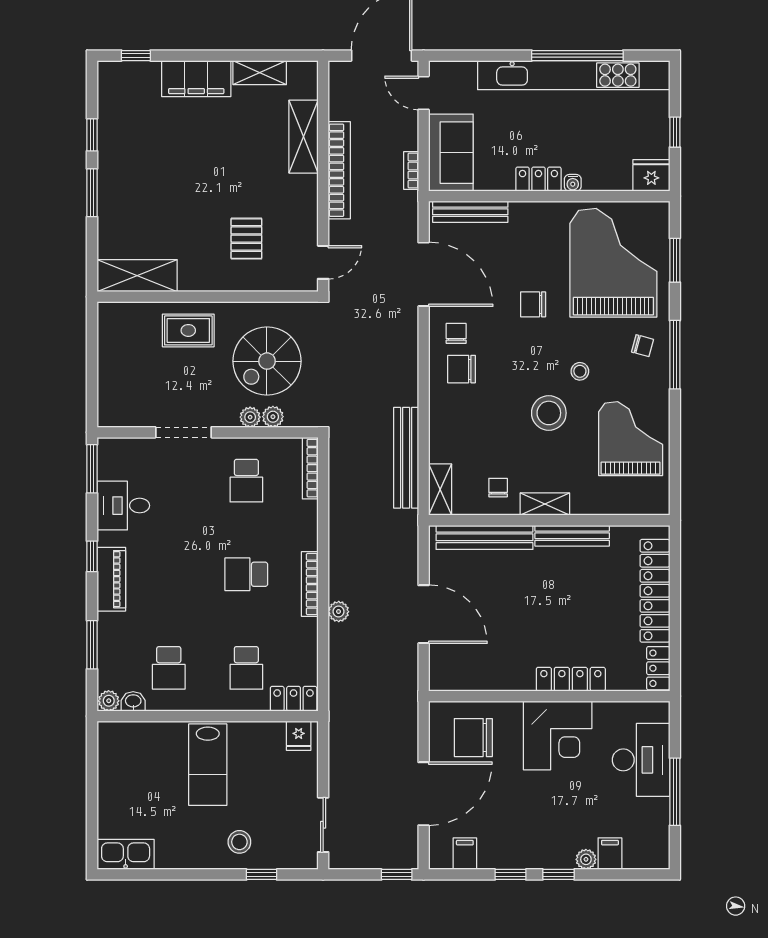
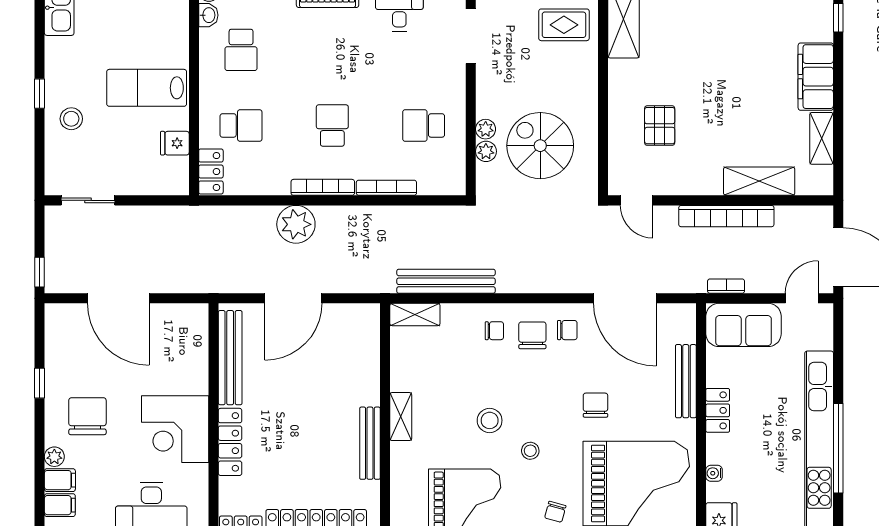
water cooler: (573, 183) -> (714, 473), moved
bench: (470, 212) -> (686, 381), moved
pallet: (246, 239) -> (660, 126), turned 90
door: (424, 274) -> (625, 298), hinge flipped
rug: (188, 330) -> (564, 25), moved, turned 90
stool: (549, 413) -> (490, 420), width x0.73, depth x0.73
doorway: (183, 432) -> (471, 36), moved
bookcase: (310, 468) -> (386, 188), moved
chair: (498, 488) -> (494, 331), moved
bench: (484, 537) -> (230, 358), moved
plant: (339, 612) -> (296, 224), width x1.88, depth x1.88
school desk: (169, 668) -> (241, 50), turned -90
school desk: (246, 668) -> (241, 125), turned 180
fridge: (299, 736) -> (175, 143), moved
chair: (473, 738) -> (87, 416), moved
filing cabinet: (465, 854) -> (60, 505), moved
window: (262, 874) -> (40, 94), moved
window: (559, 874) -> (40, 430), removed

